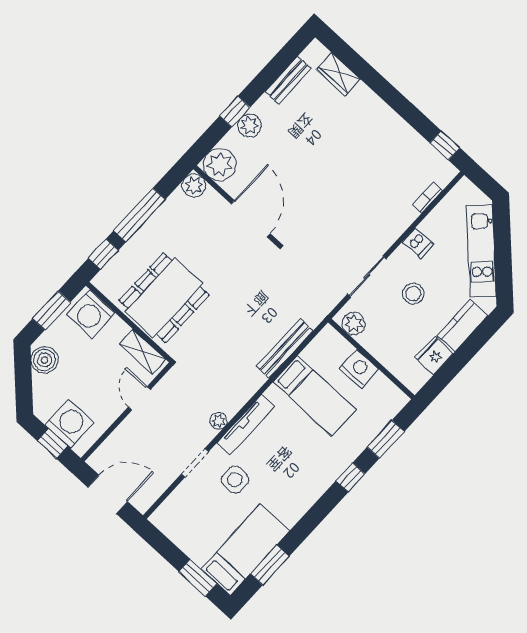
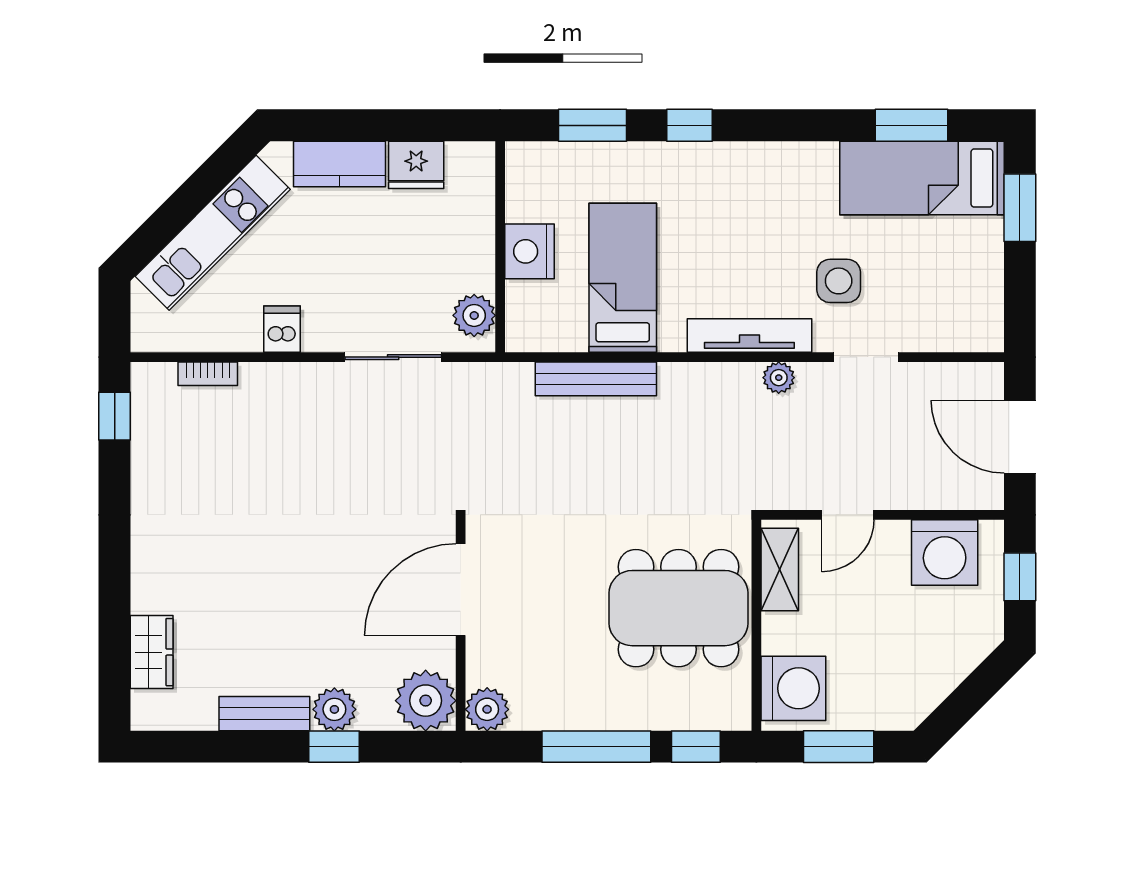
bench: (288, 80) -> (264, 714), moved
stool: (413, 294) -> (358, 272), removed
boiler: (44, 360) -> (915, 694), removed
washing machine: (69, 424) -> (945, 553), moved, turned -90

